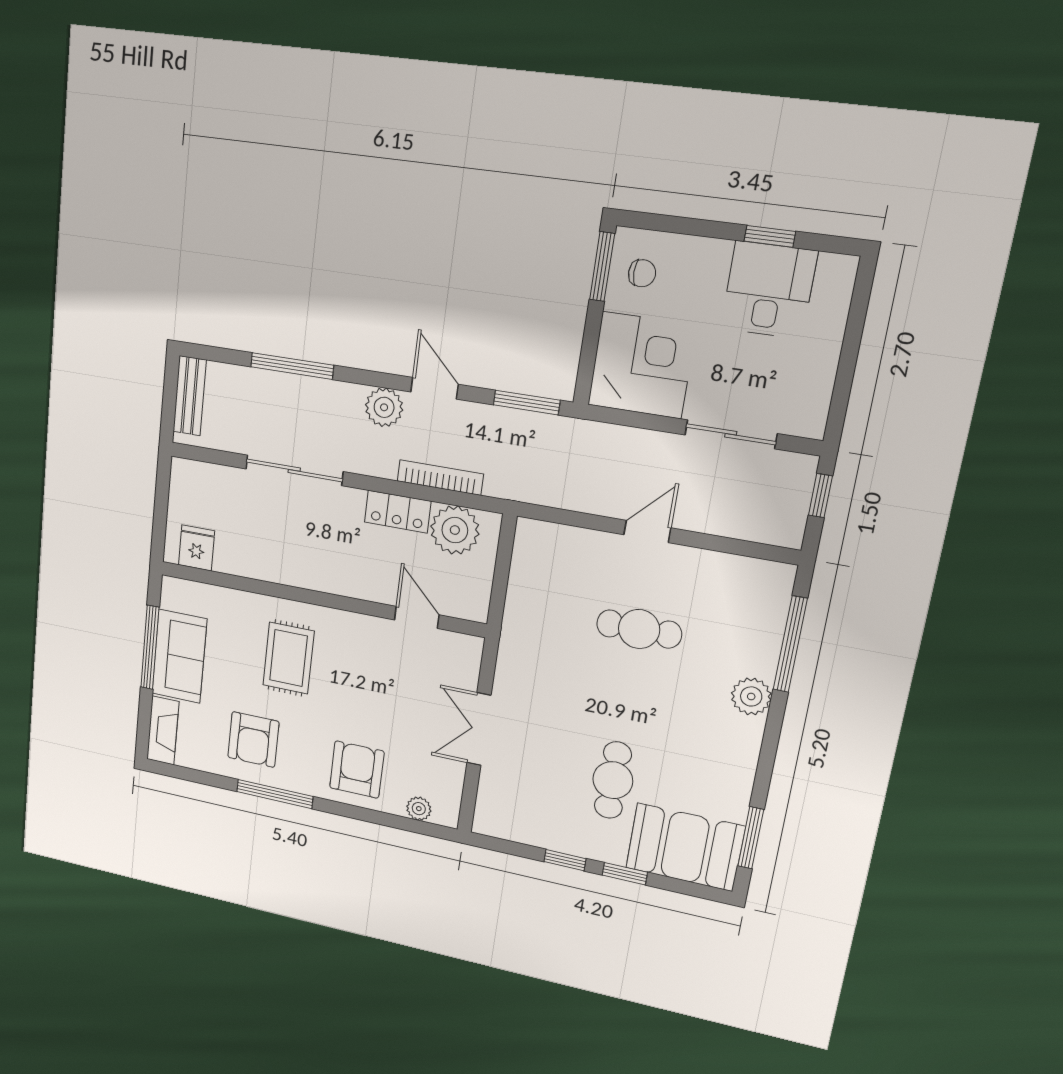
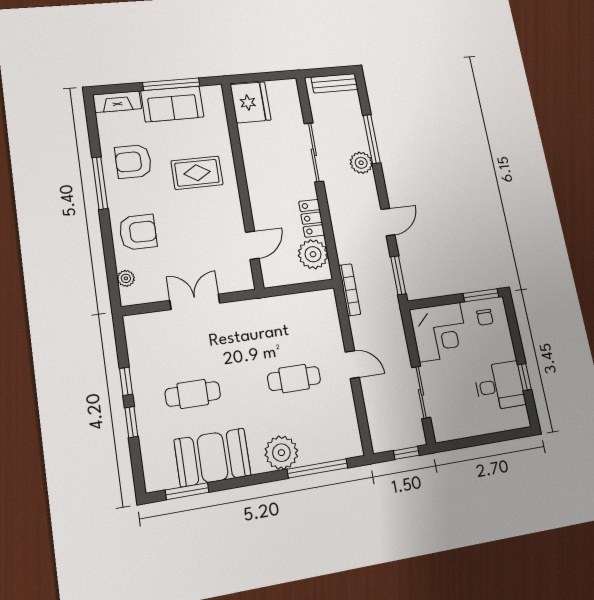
plant: (384, 407) -> (361, 163), moved
bookcase: (440, 478) -> (350, 290), moved
fridge: (197, 548) -> (251, 102), width x1.88, depth x1.34
cafe table: (639, 629) -> (294, 379), turned 90
plant: (751, 696) -> (281, 453), width x1.36, depth x1.36
booth: (685, 847) -> (213, 457), moved, turned 90

